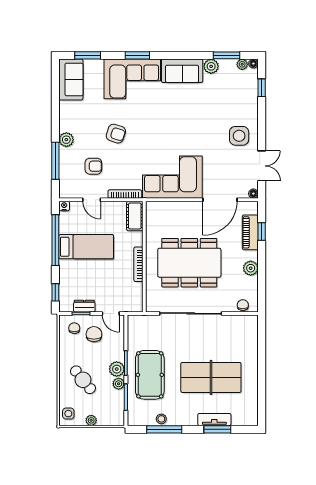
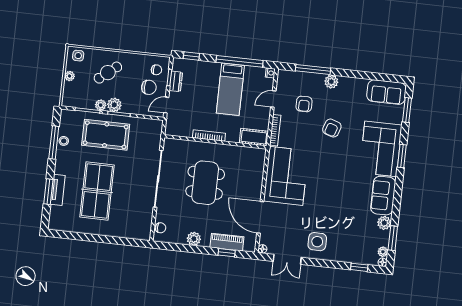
dining table: (189, 263) -> (205, 183), width x0.73, depth x0.80

